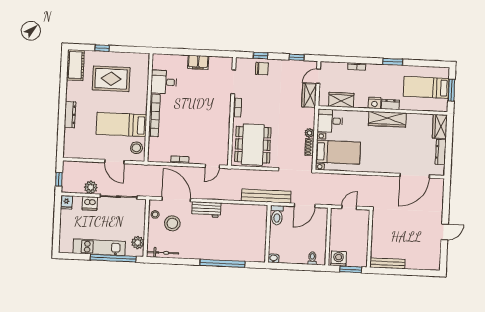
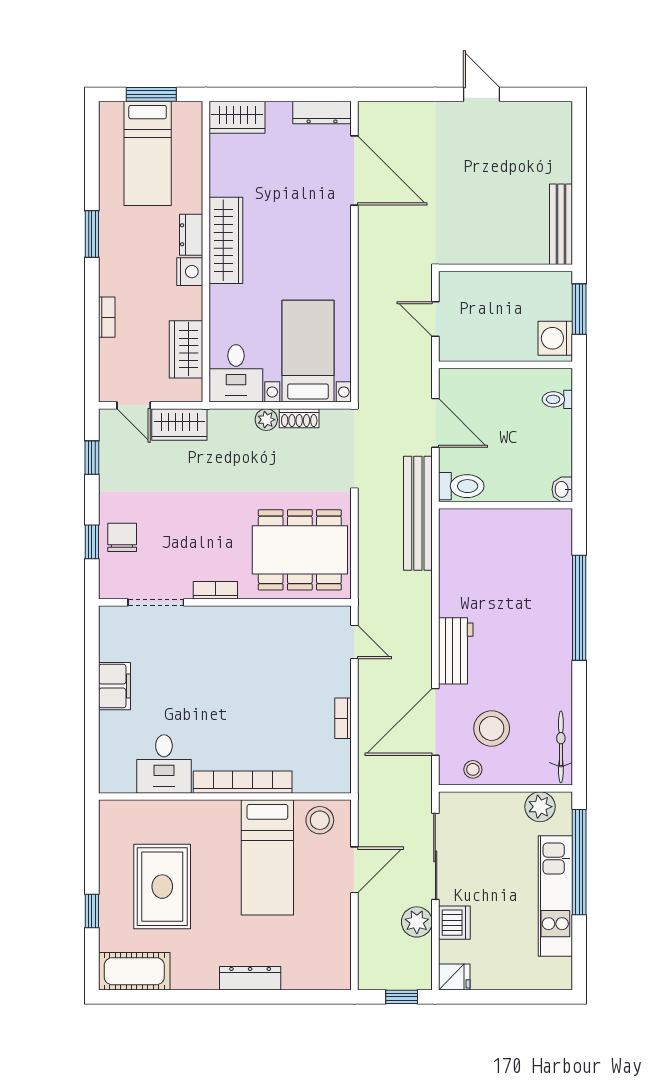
dresser: (441, 152) -> (322, 112), moved

